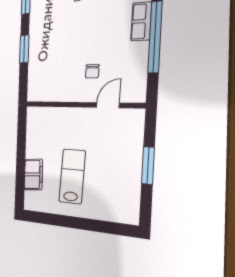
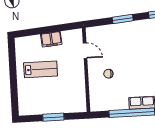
door: (108, 105) -> (85, 51), moved
filing cabinet: (33, 174) -> (51, 39), moved

